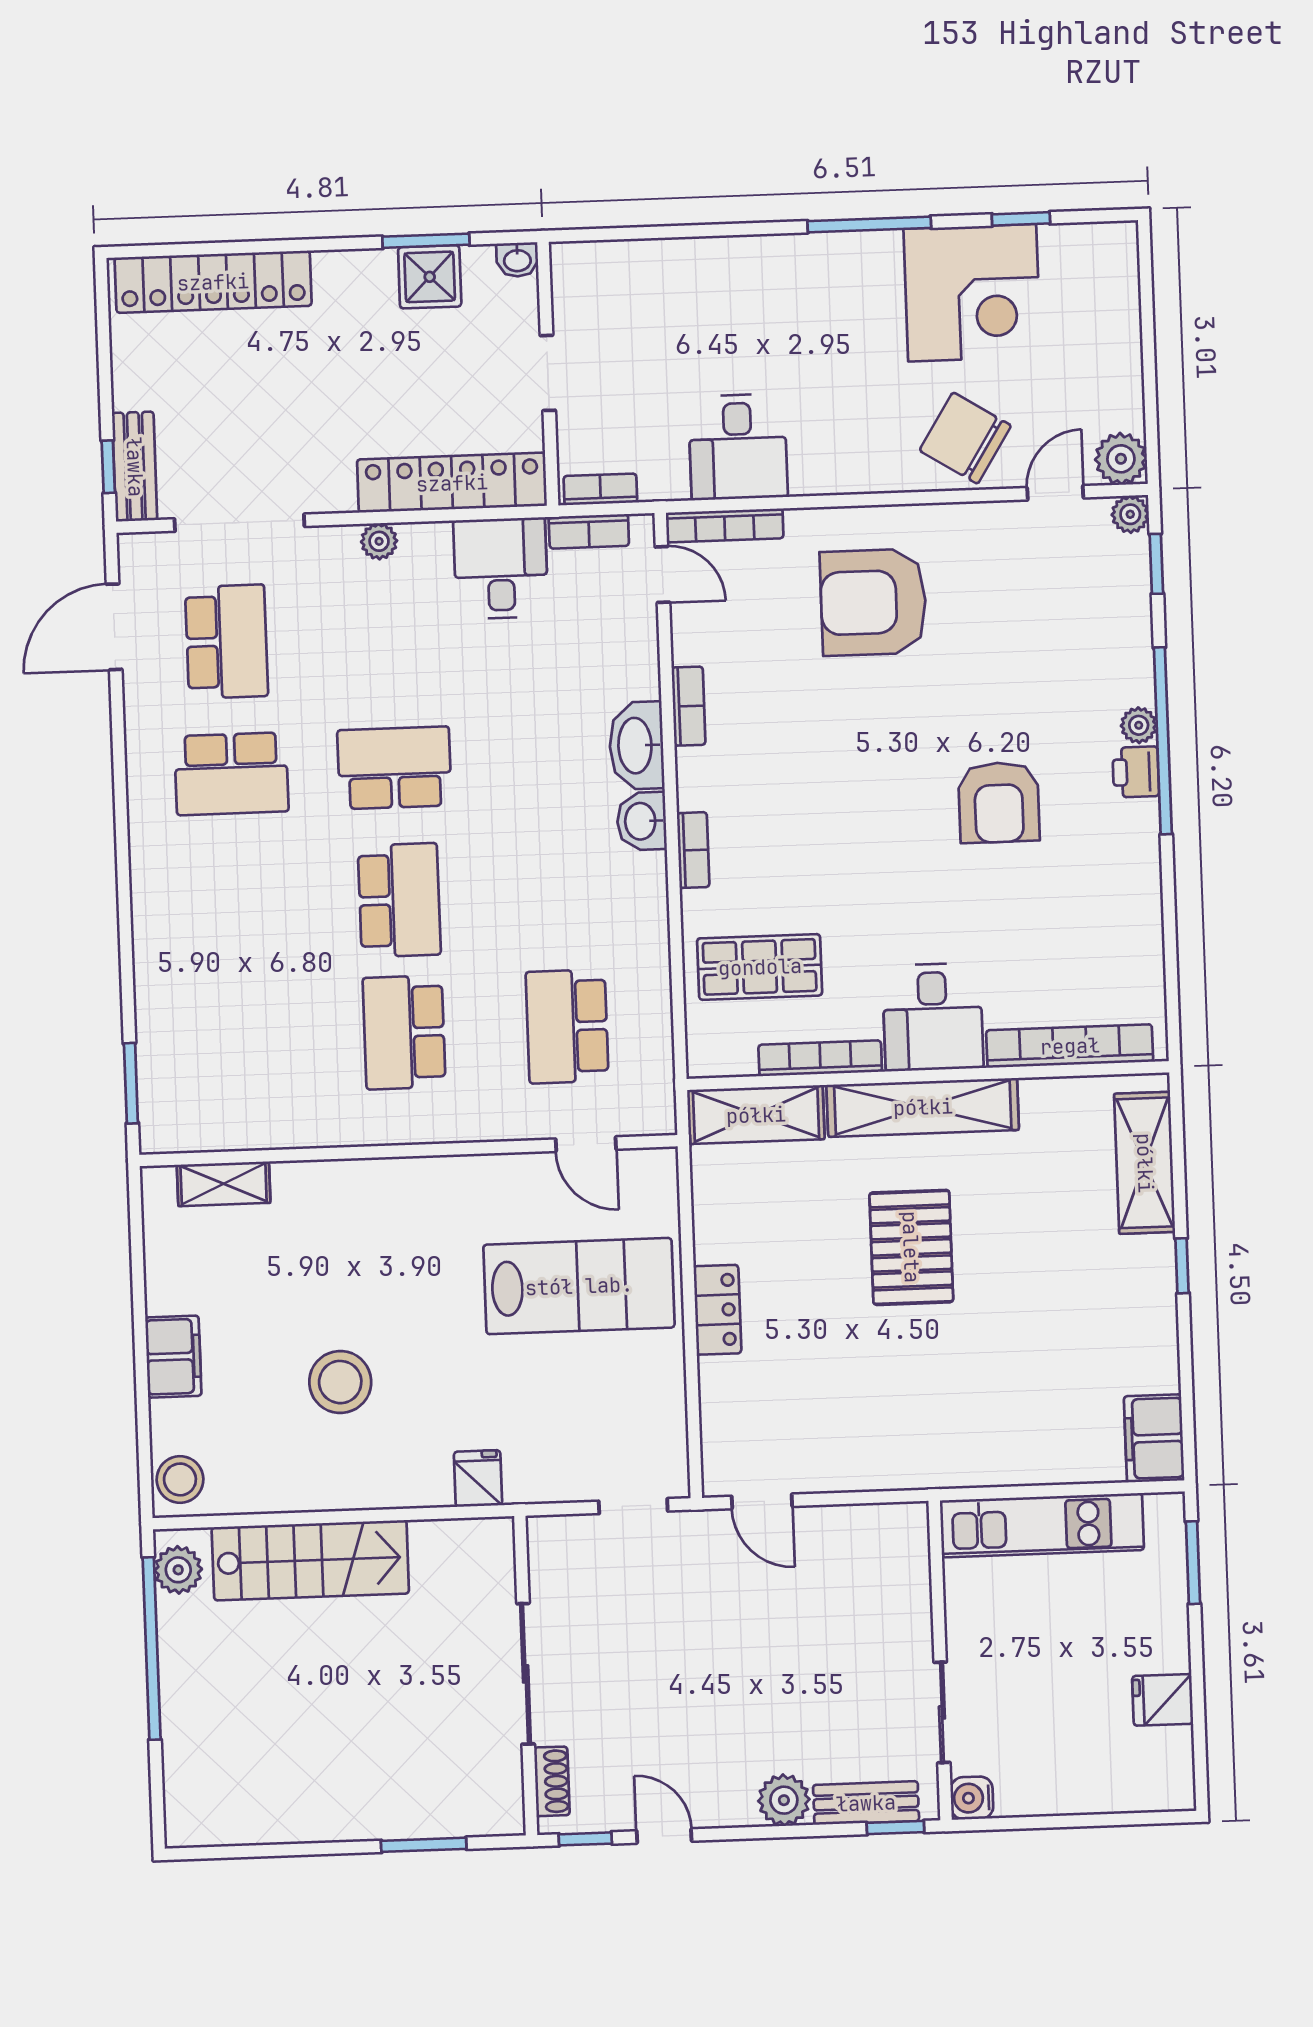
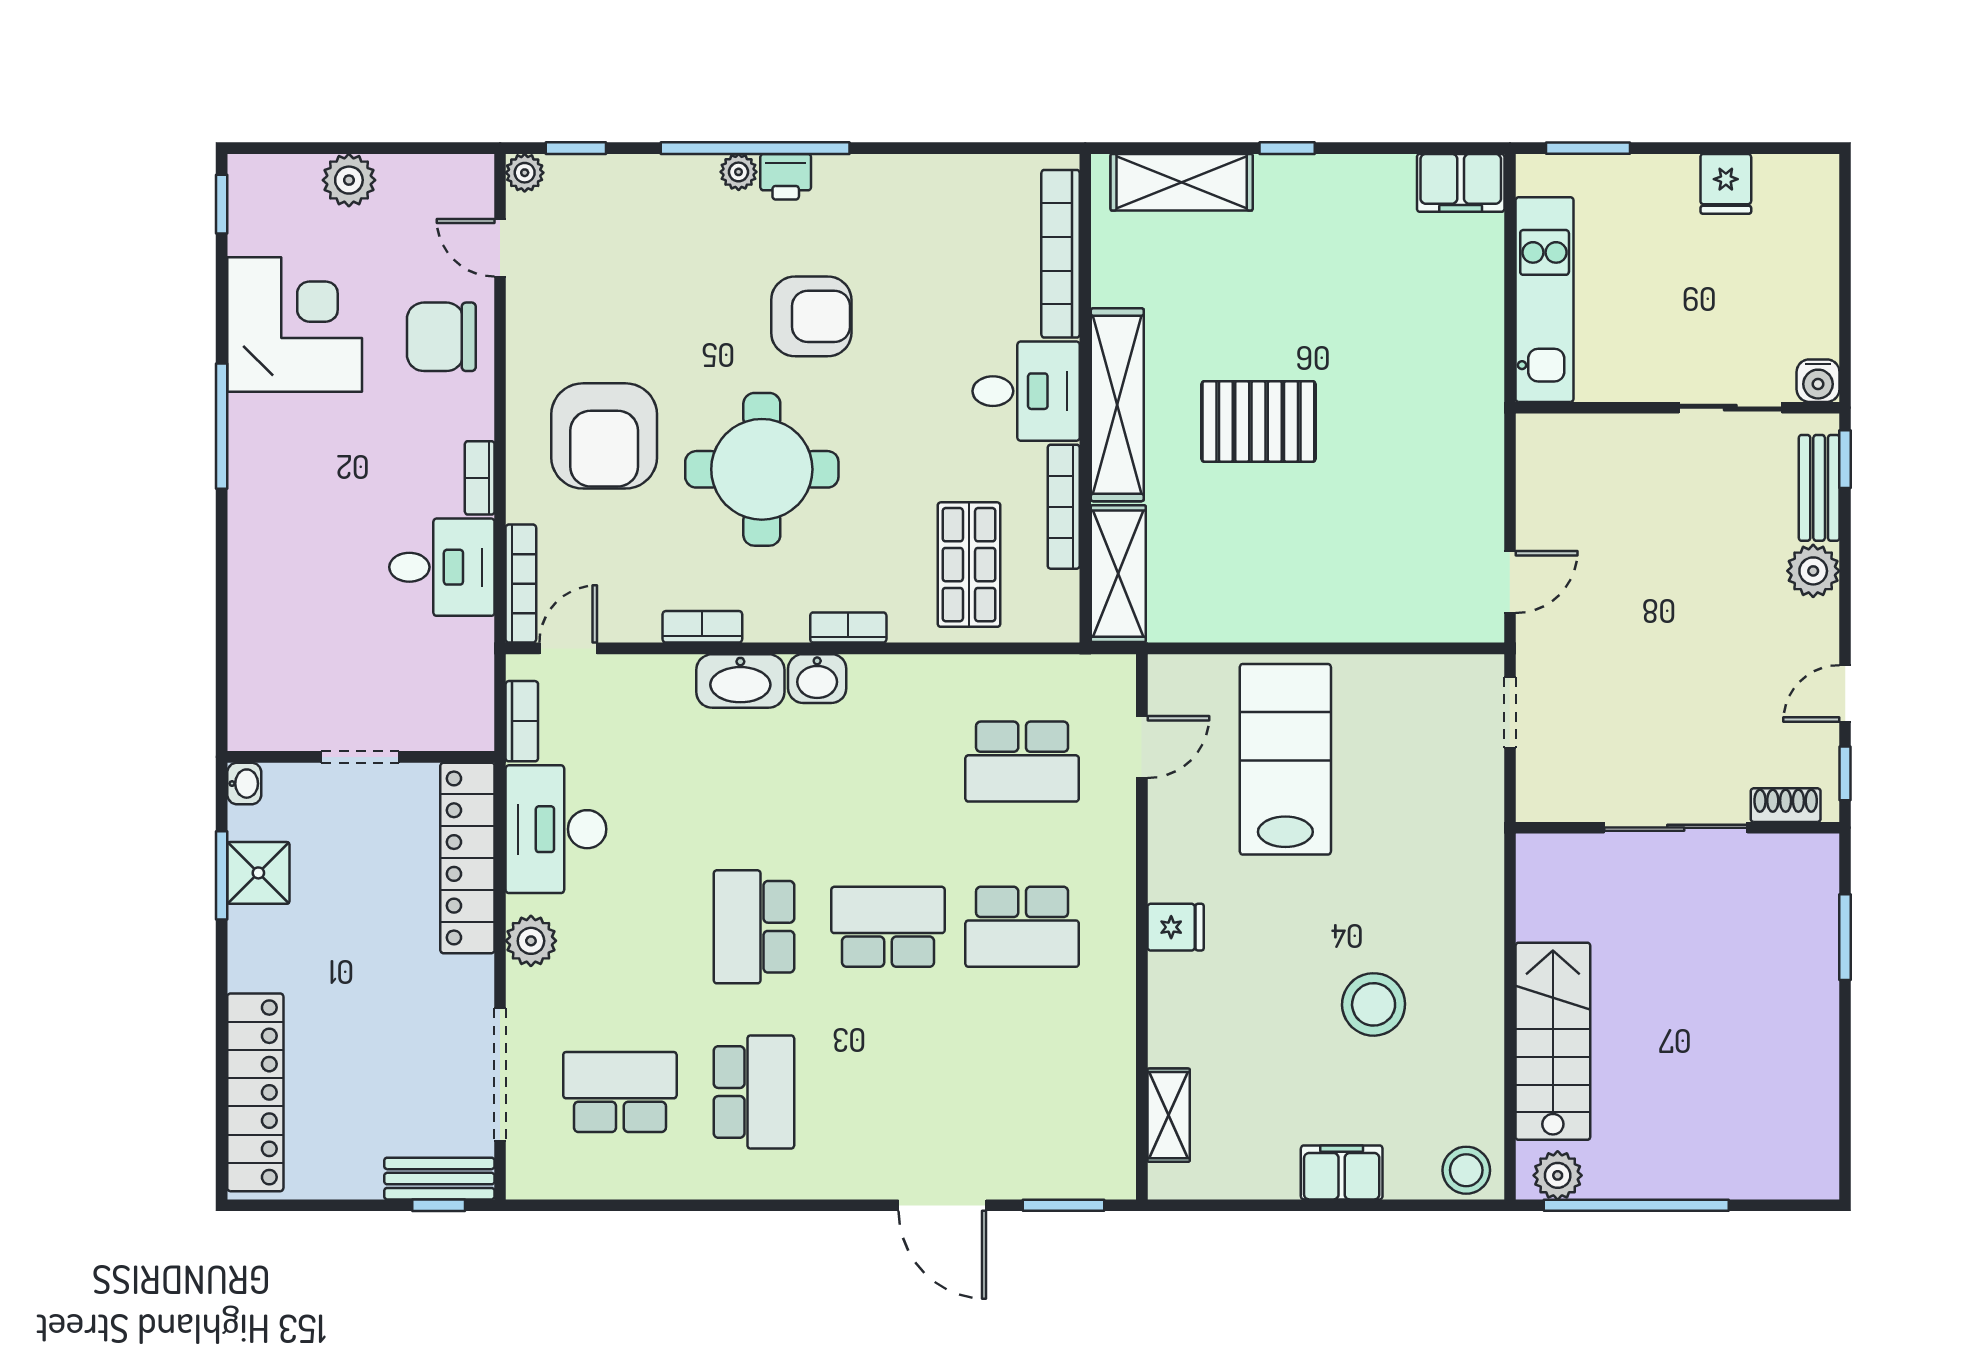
window: (1021, 219) -> (222, 204), moved
chair: (965, 438) -> (441, 337), turned 58
plant: (1121, 459) -> (349, 180), moved
bookcase: (600, 489) -> (480, 478), moved
plant: (379, 541) -> (531, 941), width x1.38, depth x1.38
desk: (501, 568) -> (556, 829), width x1.37
door: (114, 627) -> (942, 1205), moved
round table: (846, 759) -> (762, 469), added
locker: (717, 1310) -> (1314, 620), removed
fridge: (478, 1479) -> (1176, 927), moved, turned 180

